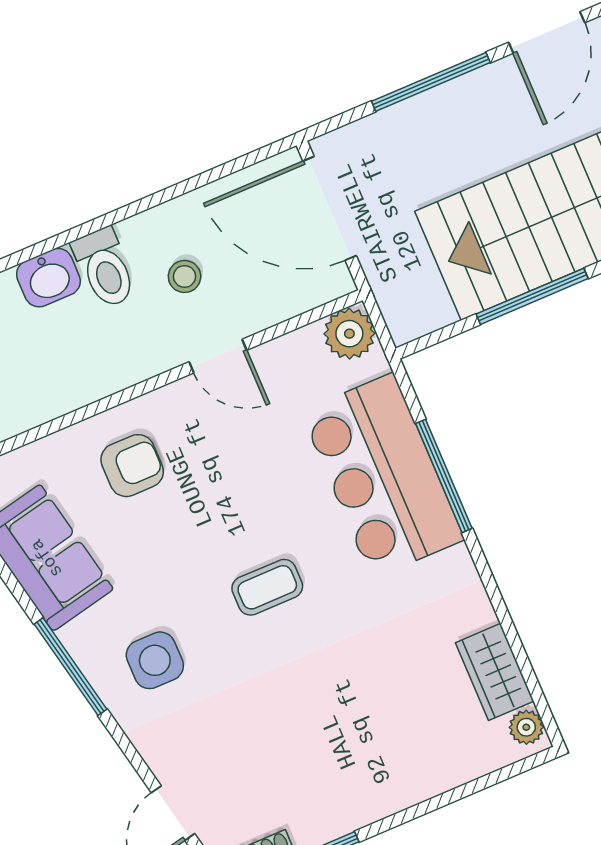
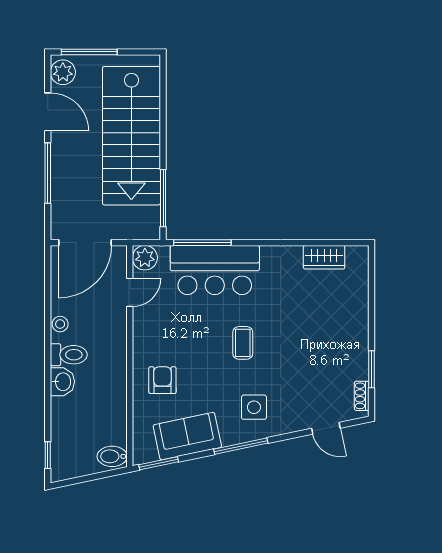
stool: (185, 276) -> (60, 324), moved
window: (532, 296) -> (163, 198), moved
door: (218, 356) -> (130, 292), moved
window: (444, 476) -> (202, 243), moved
plant: (526, 727) -> (355, 254), removed

